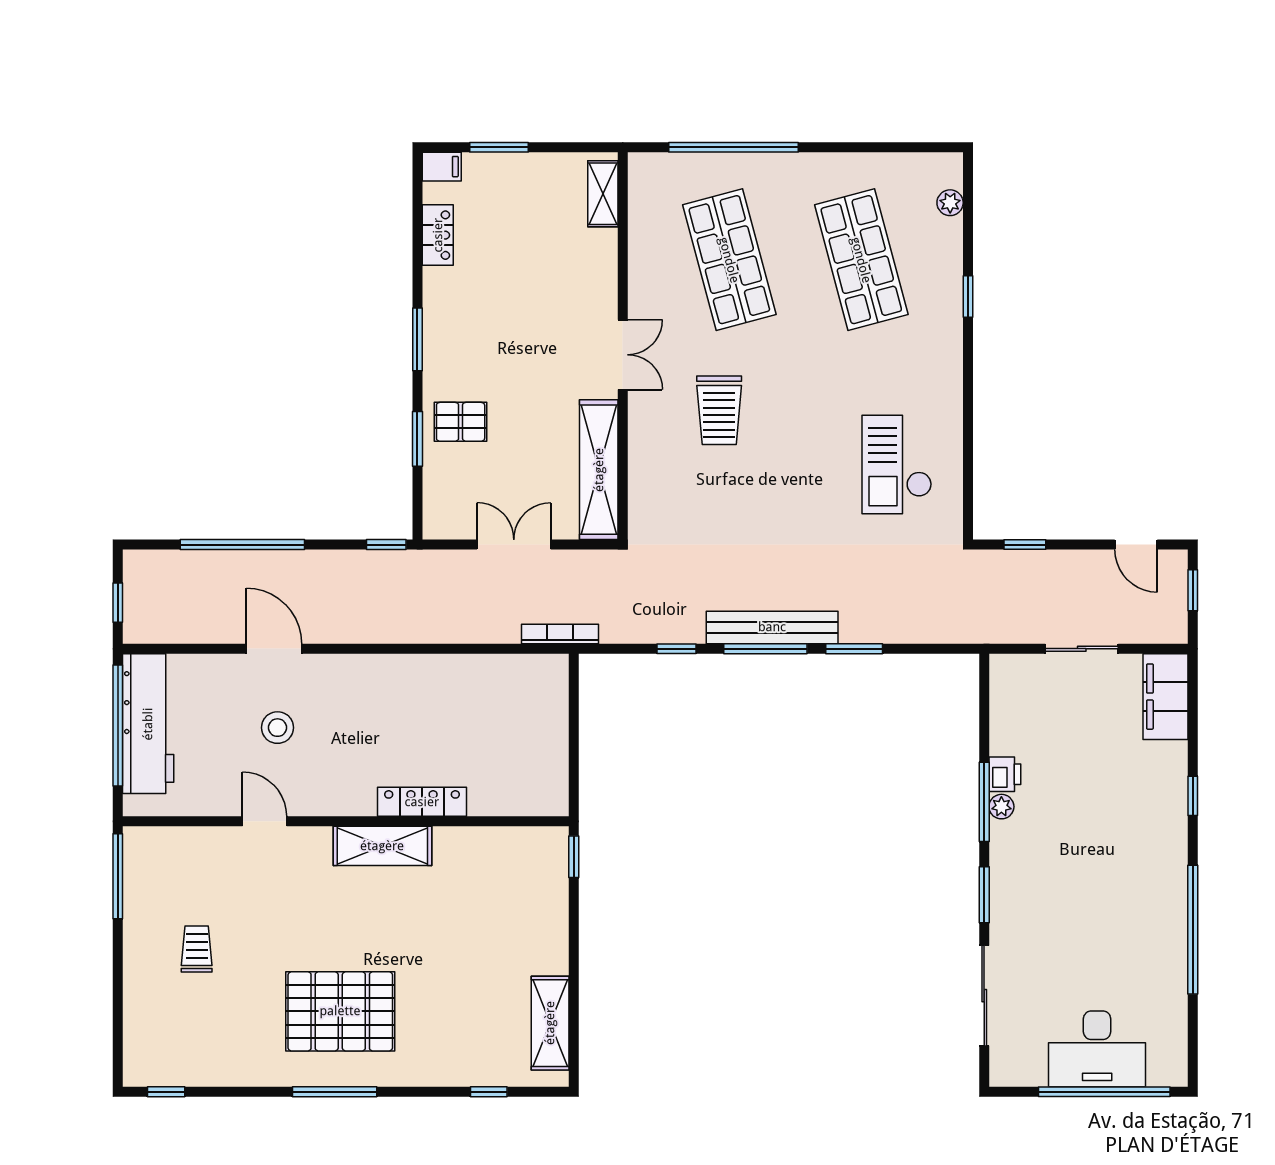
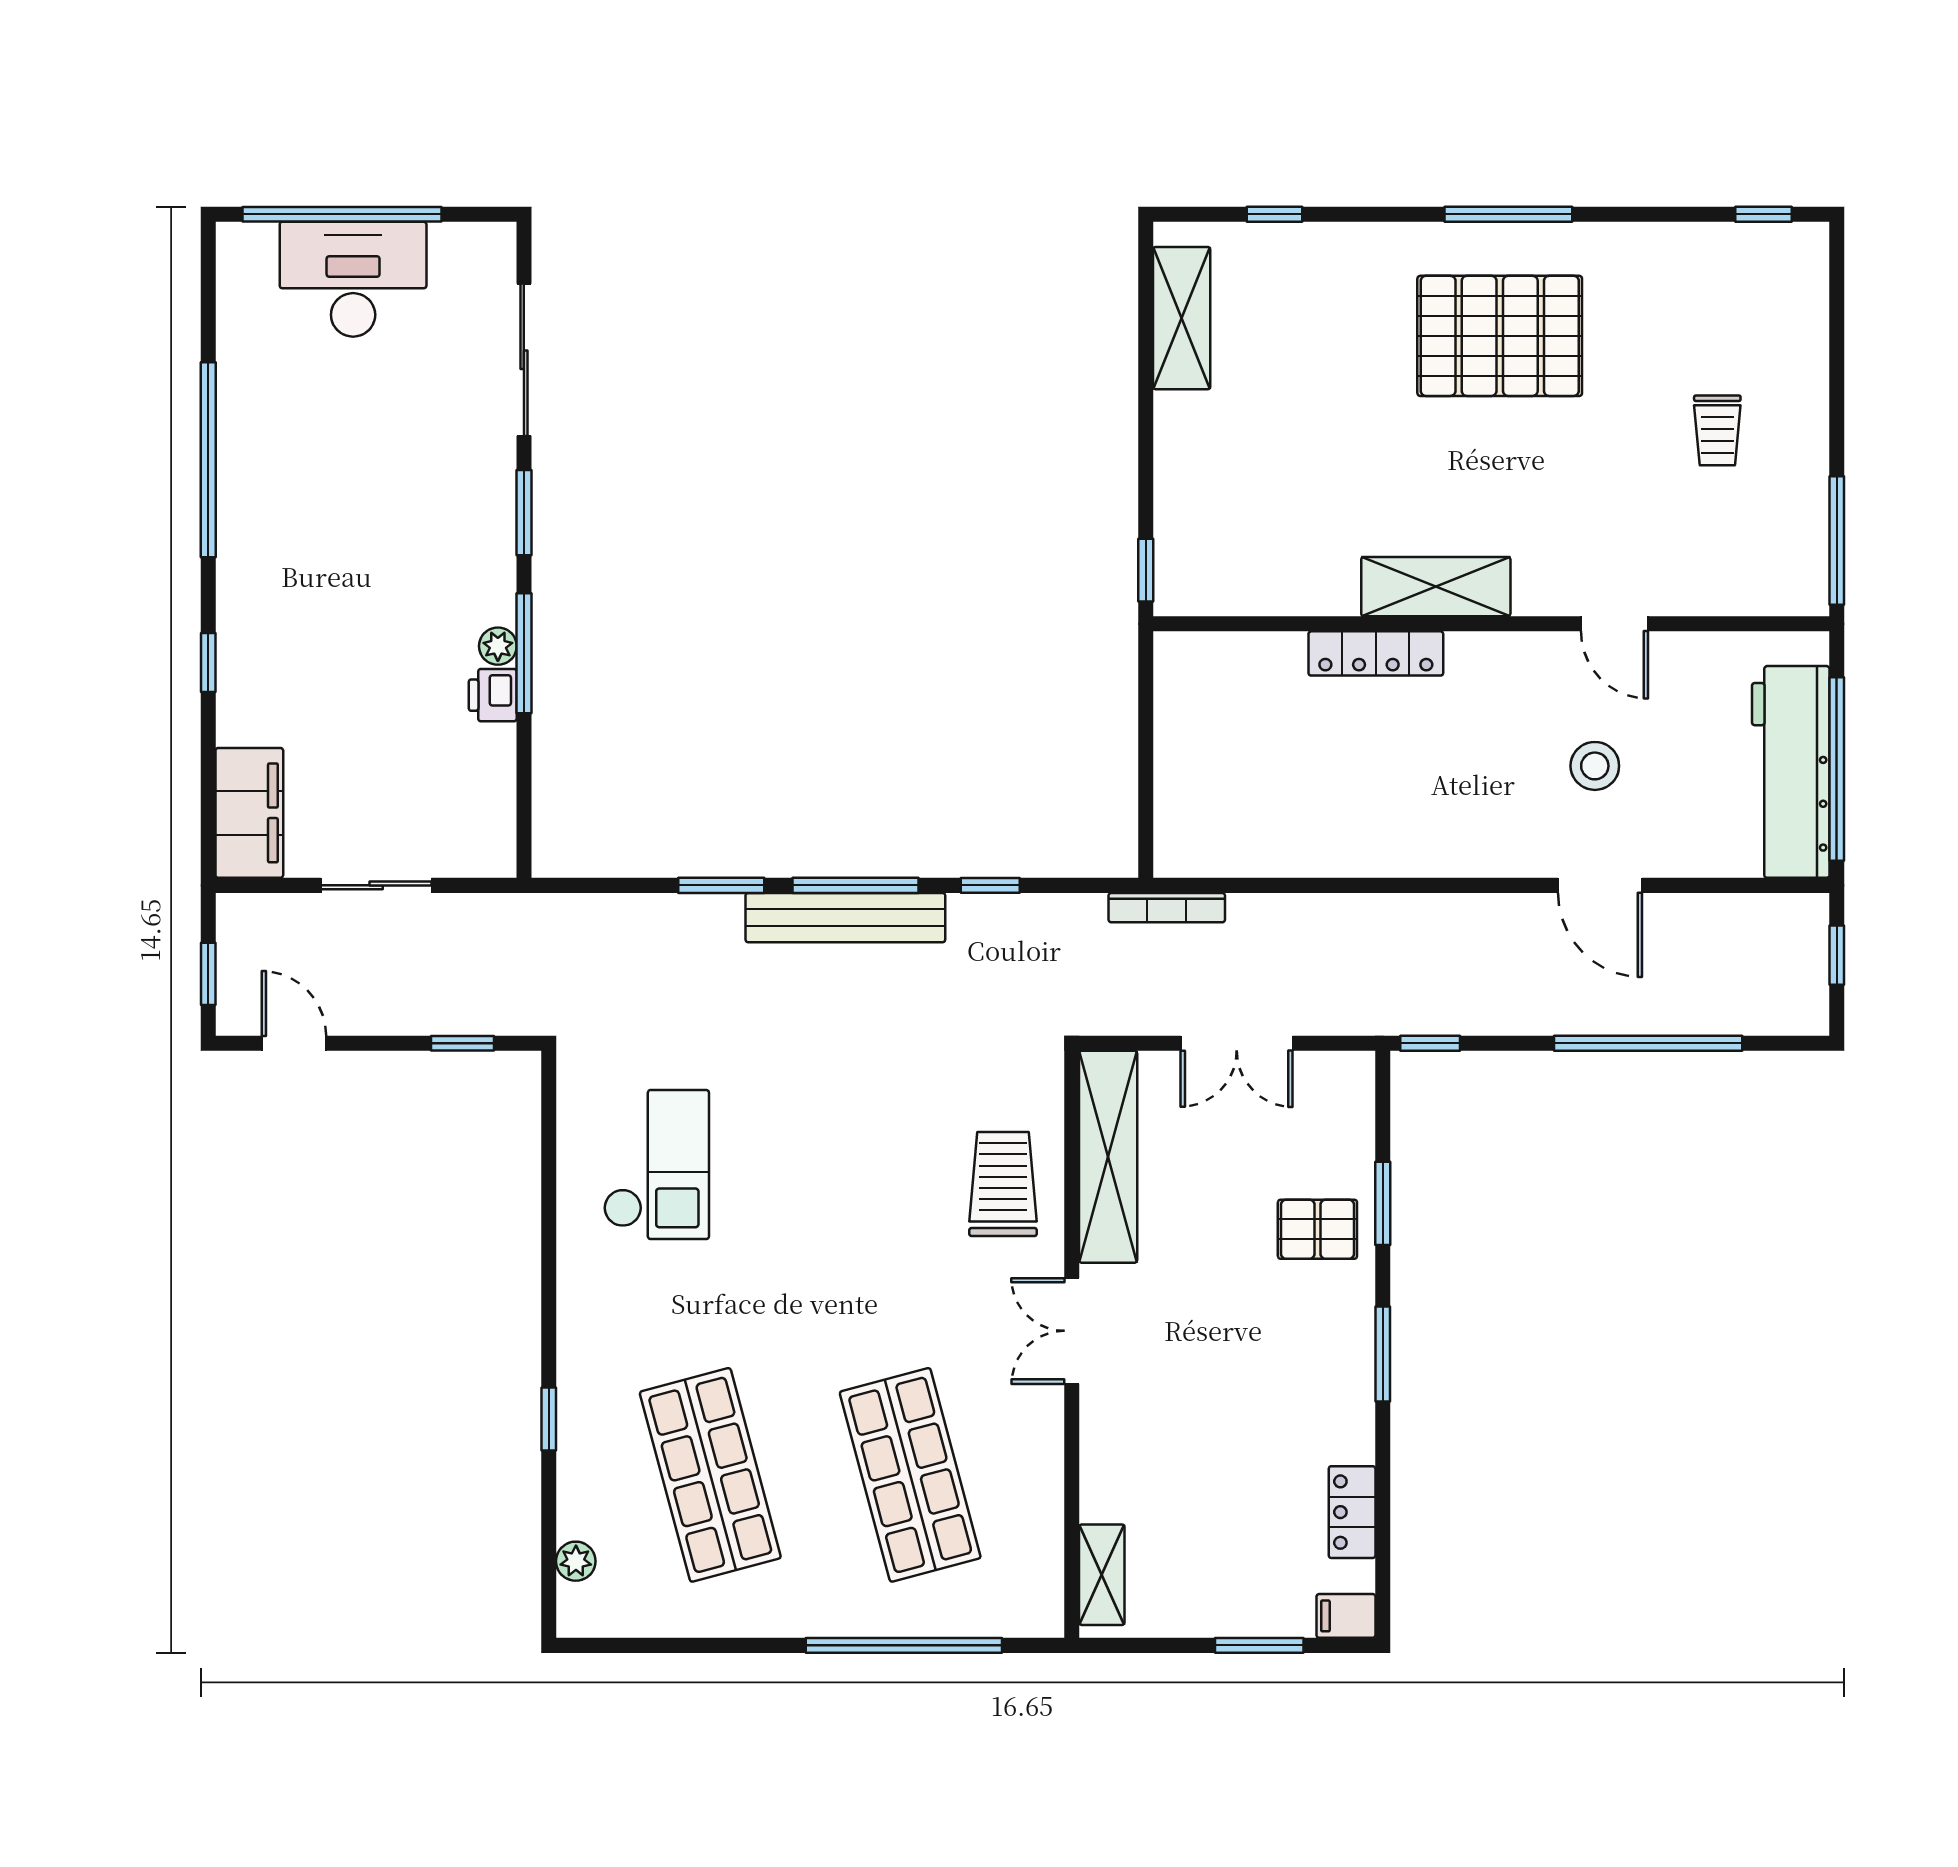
trolley: (719, 410) -> (1003, 1184), moved

